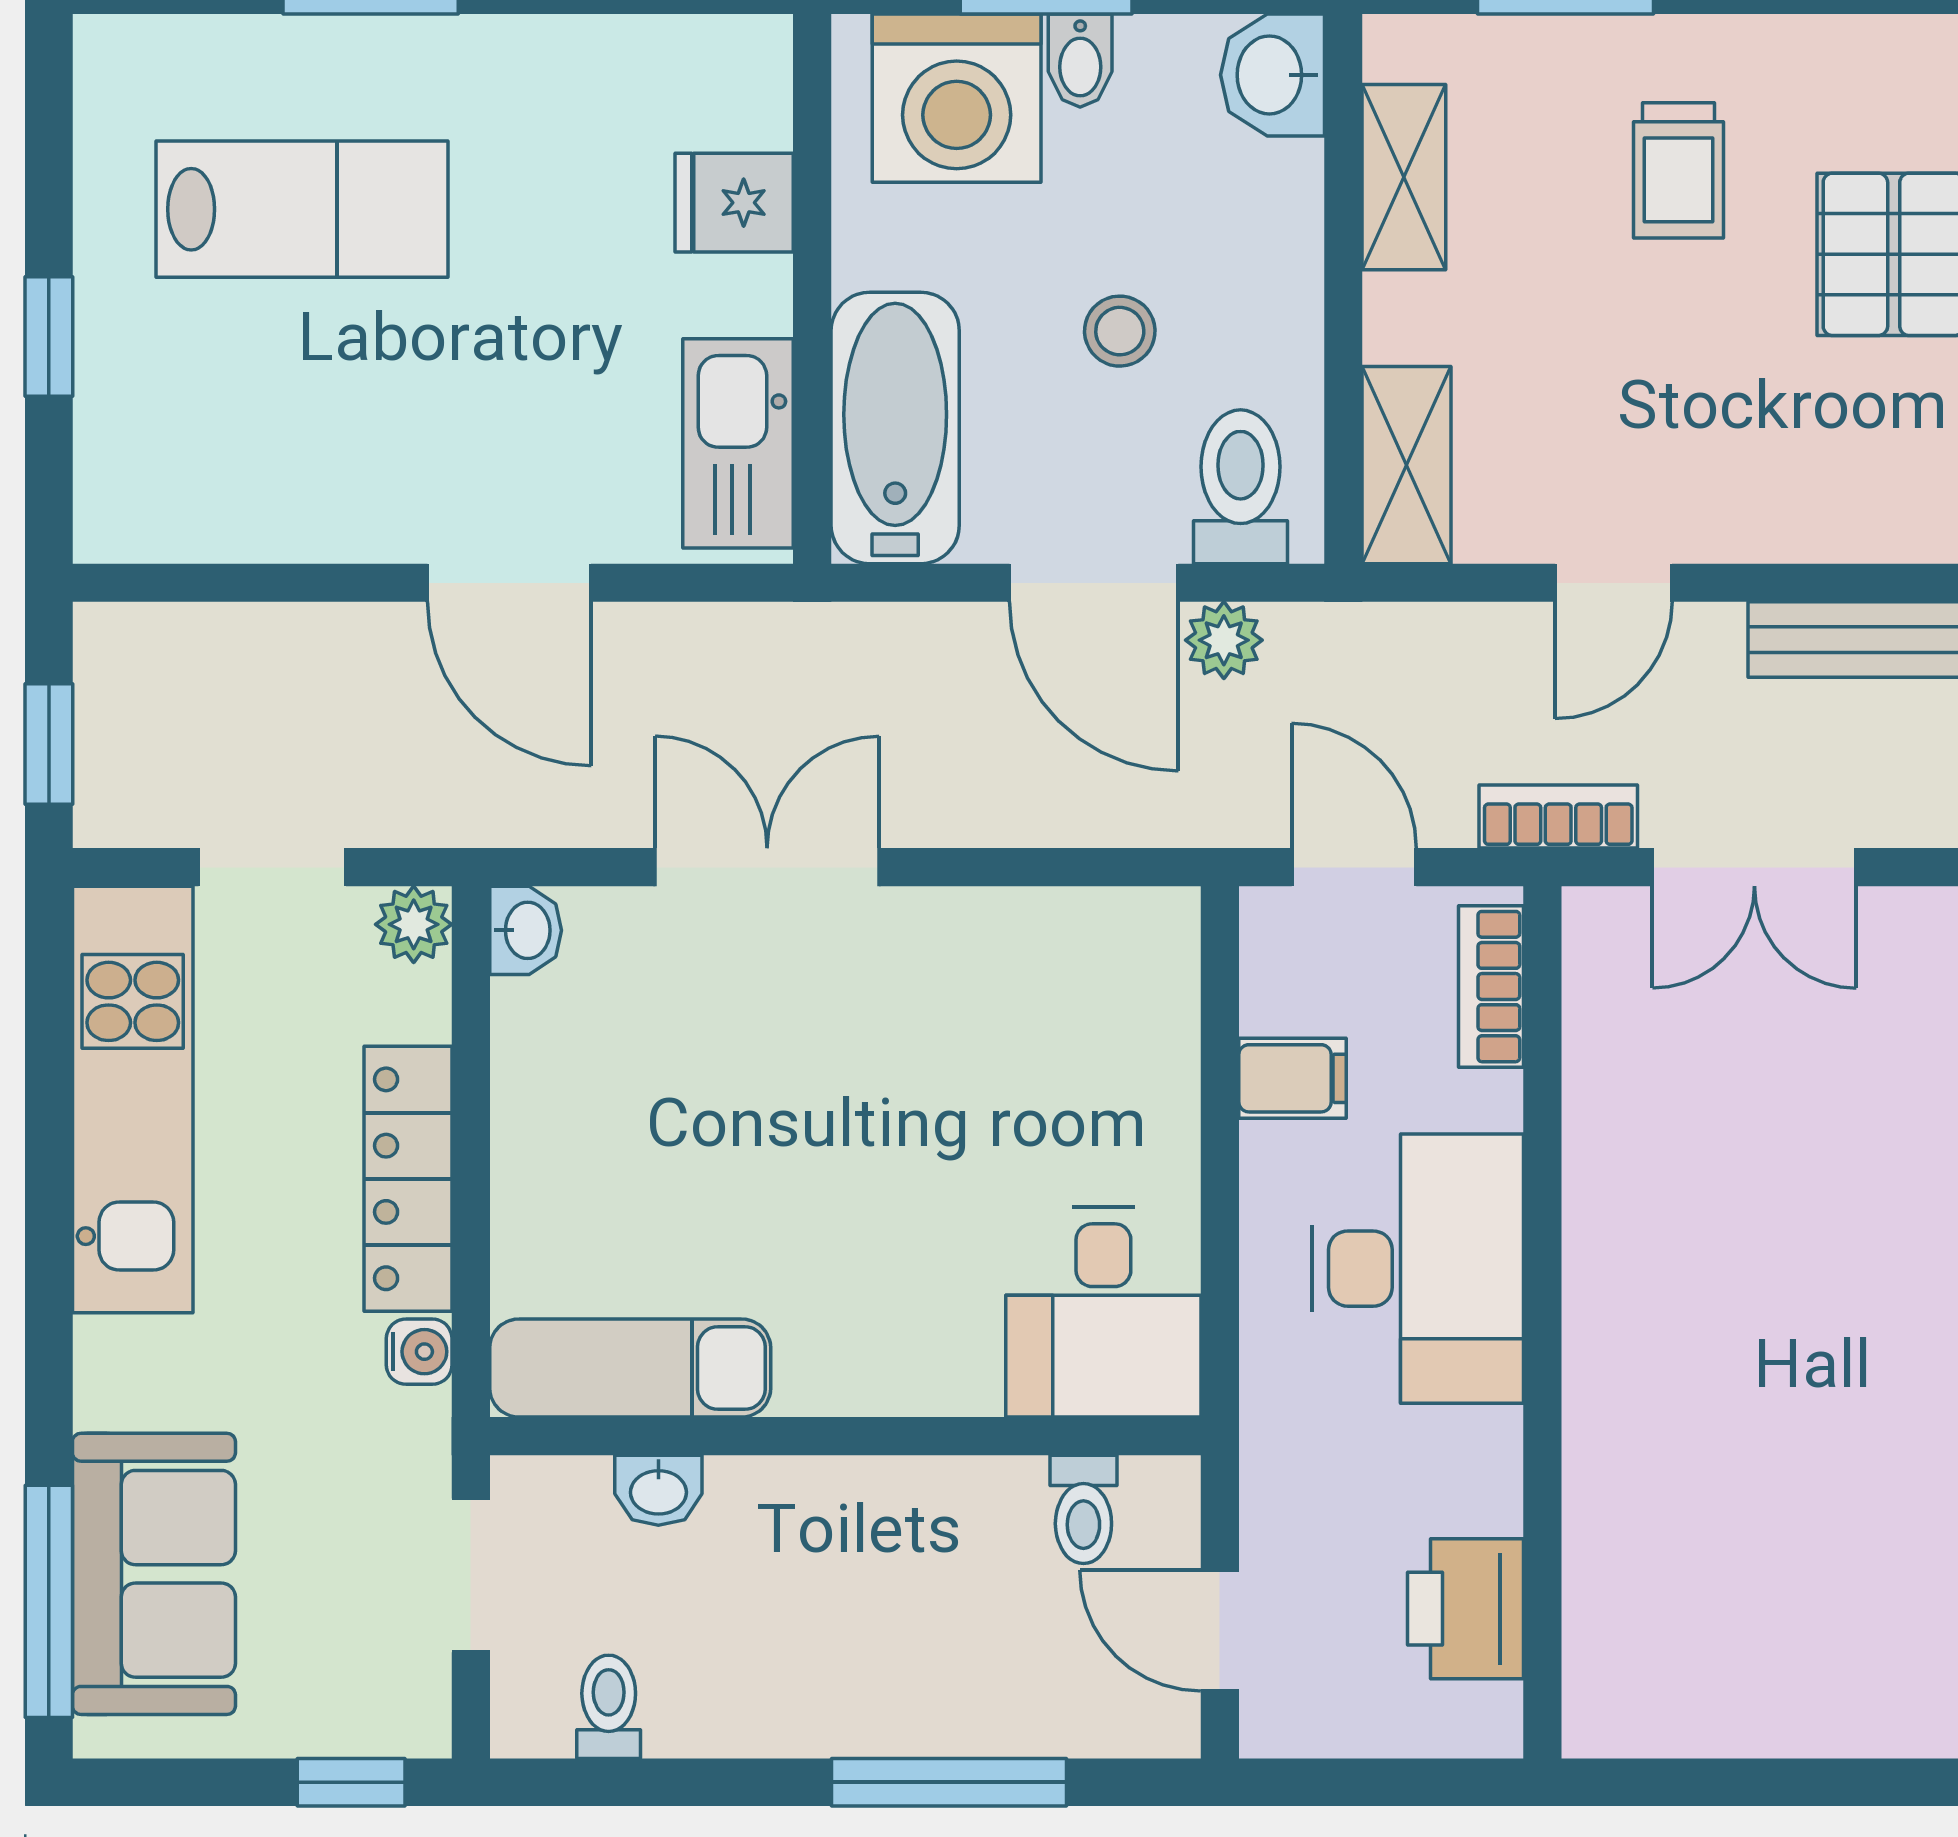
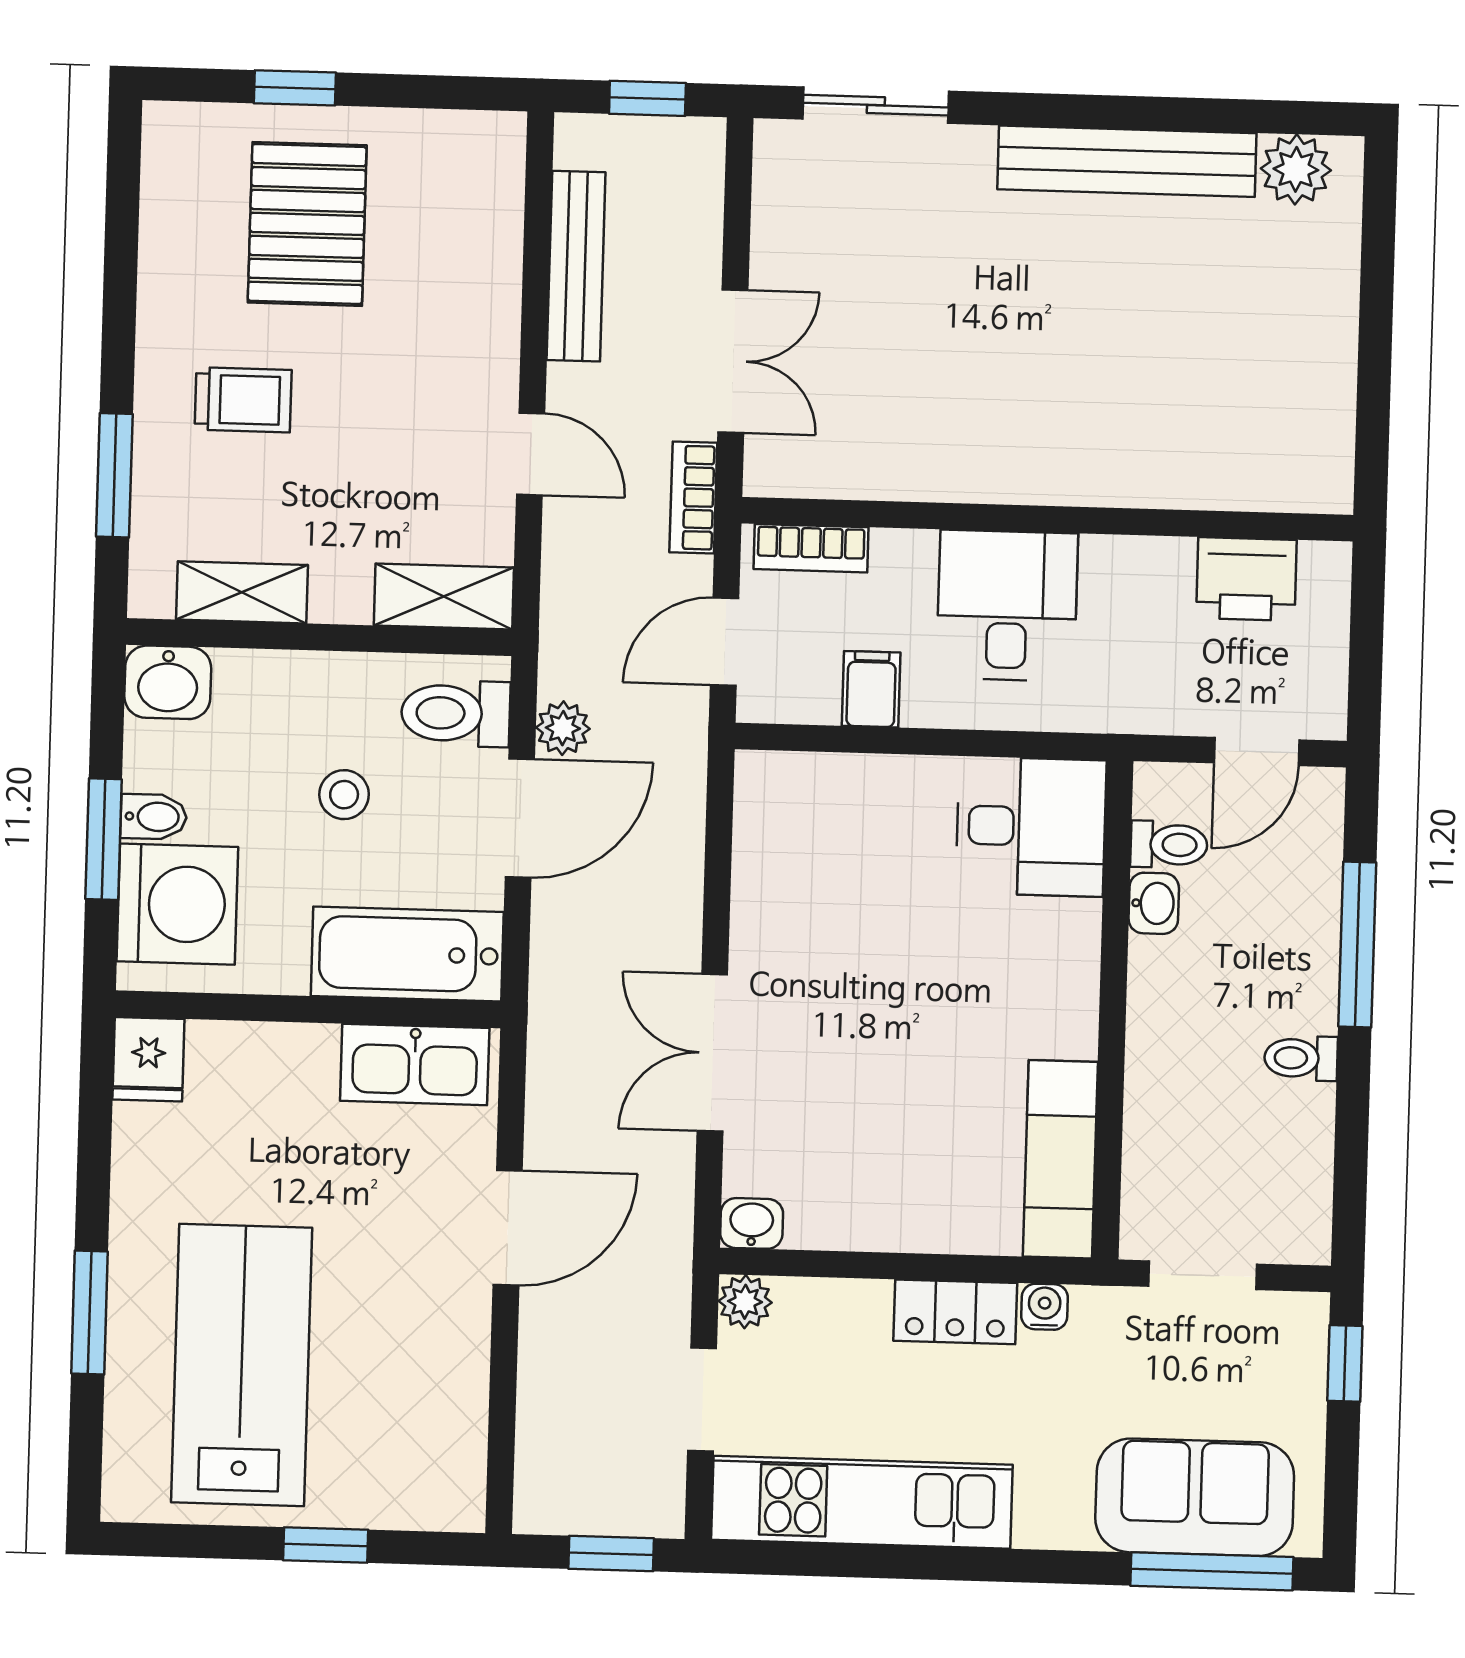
fridge: (734, 203) -> (148, 1059), moved
lab bench: (302, 209) -> (242, 1365), width x1.36, depth x1.39
locker: (408, 1179) -> (955, 1312), width x0.66
desk: (1418, 1269) -> (1007, 605), width x0.73
washbasin: (658, 1490) -> (1154, 903), moved
toilet: (609, 1707) -> (1301, 1058), moved

